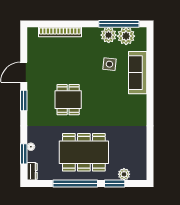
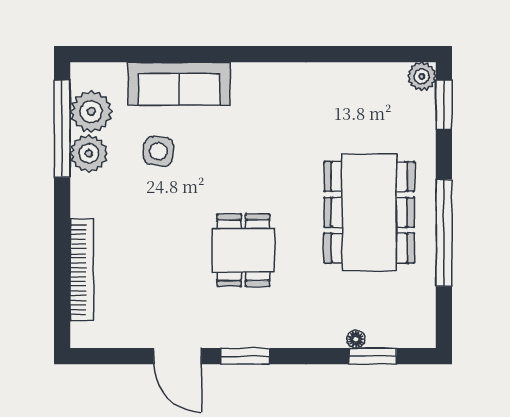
dining table: (68, 100) -> (243, 250), turned 90
dresser: (32, 171) -> (415, 336), removed
plant: (124, 174) -> (422, 76), moved
window: (115, 184) -> (444, 105), moved

